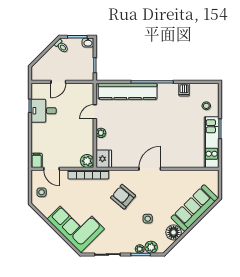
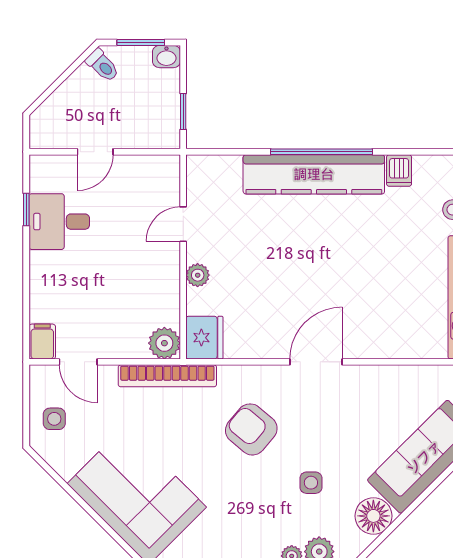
kitchen counter: (128, 91) -> (314, 174), moved

